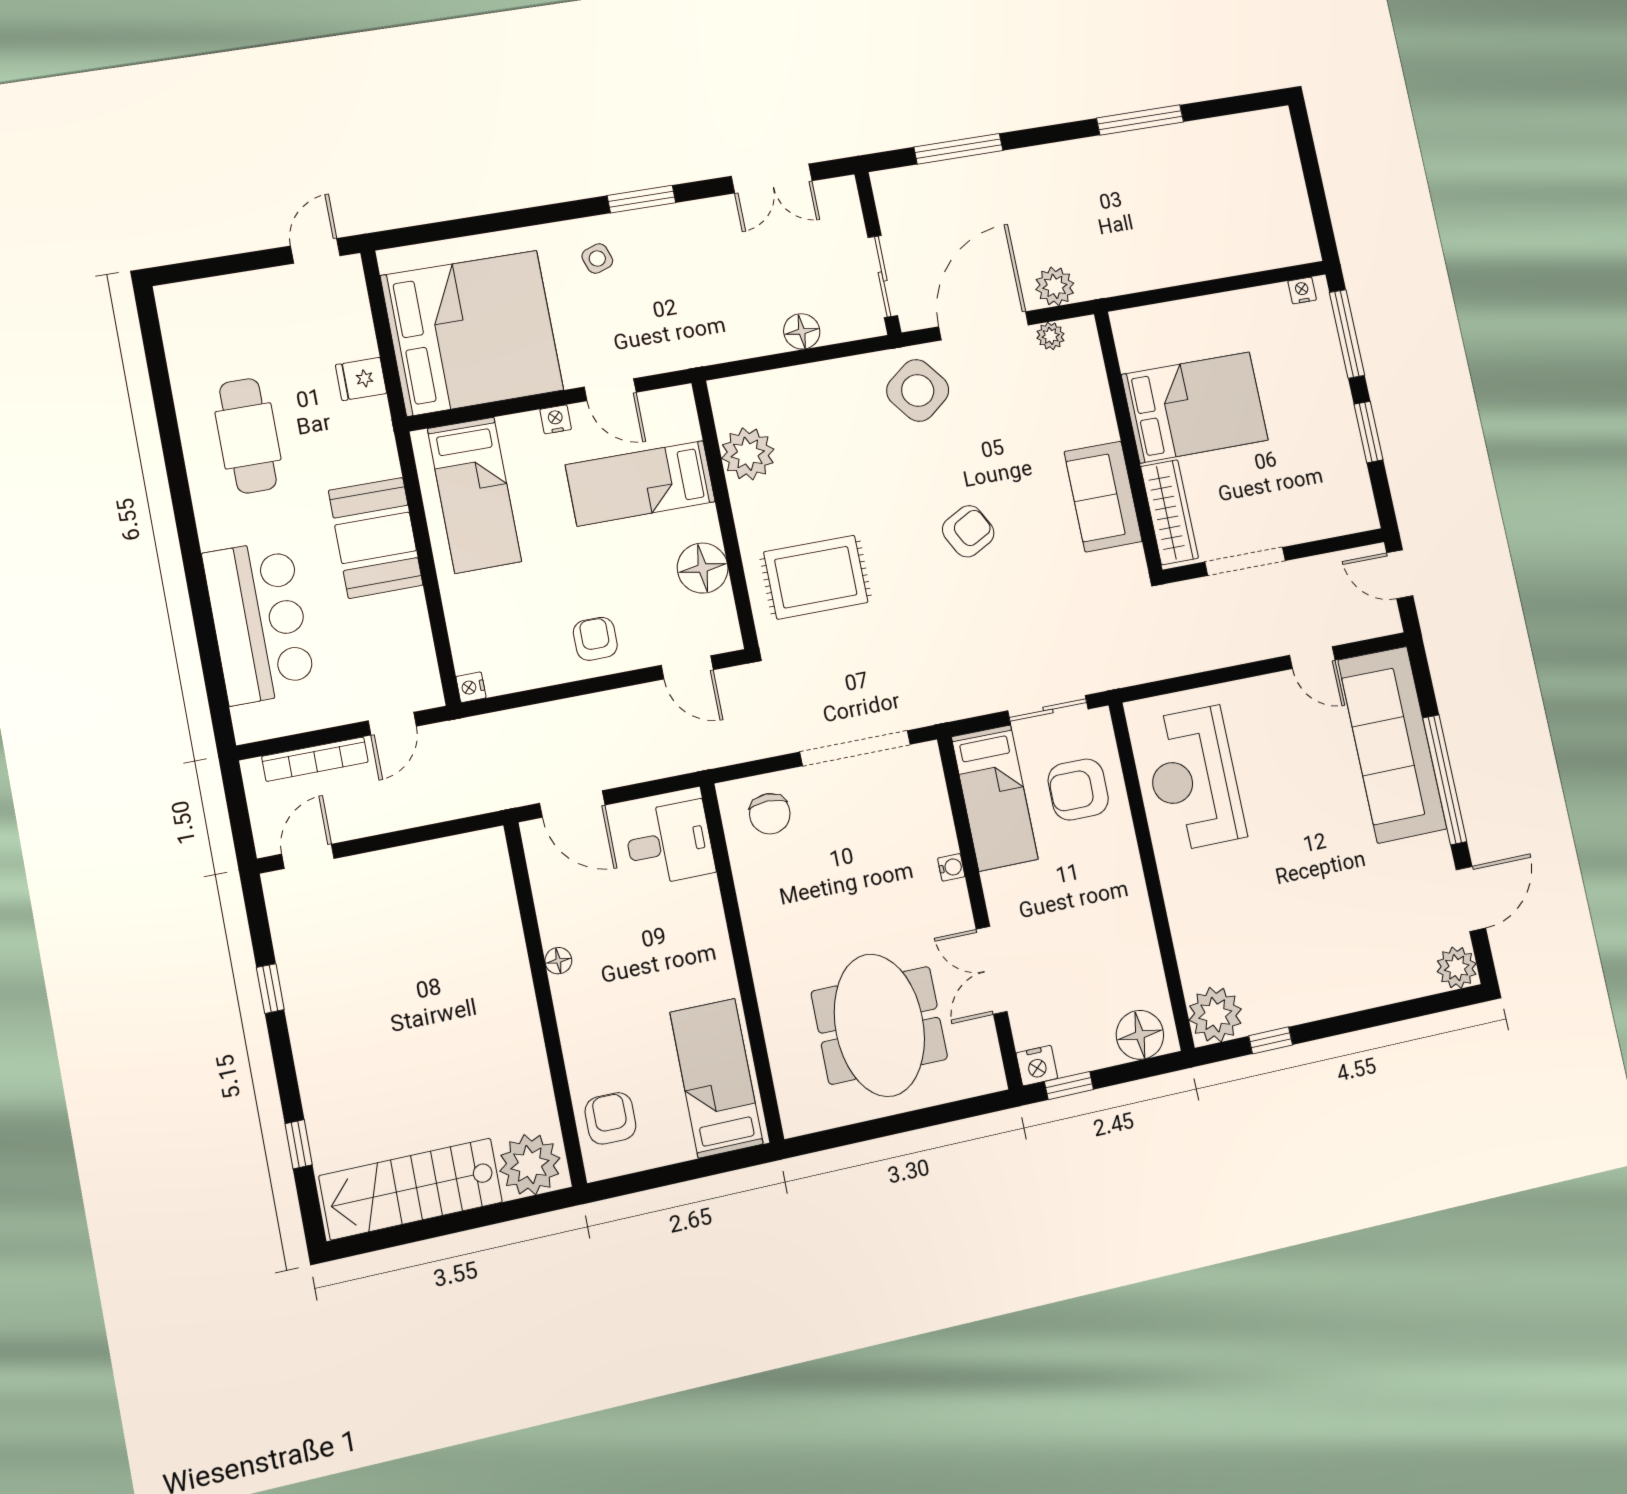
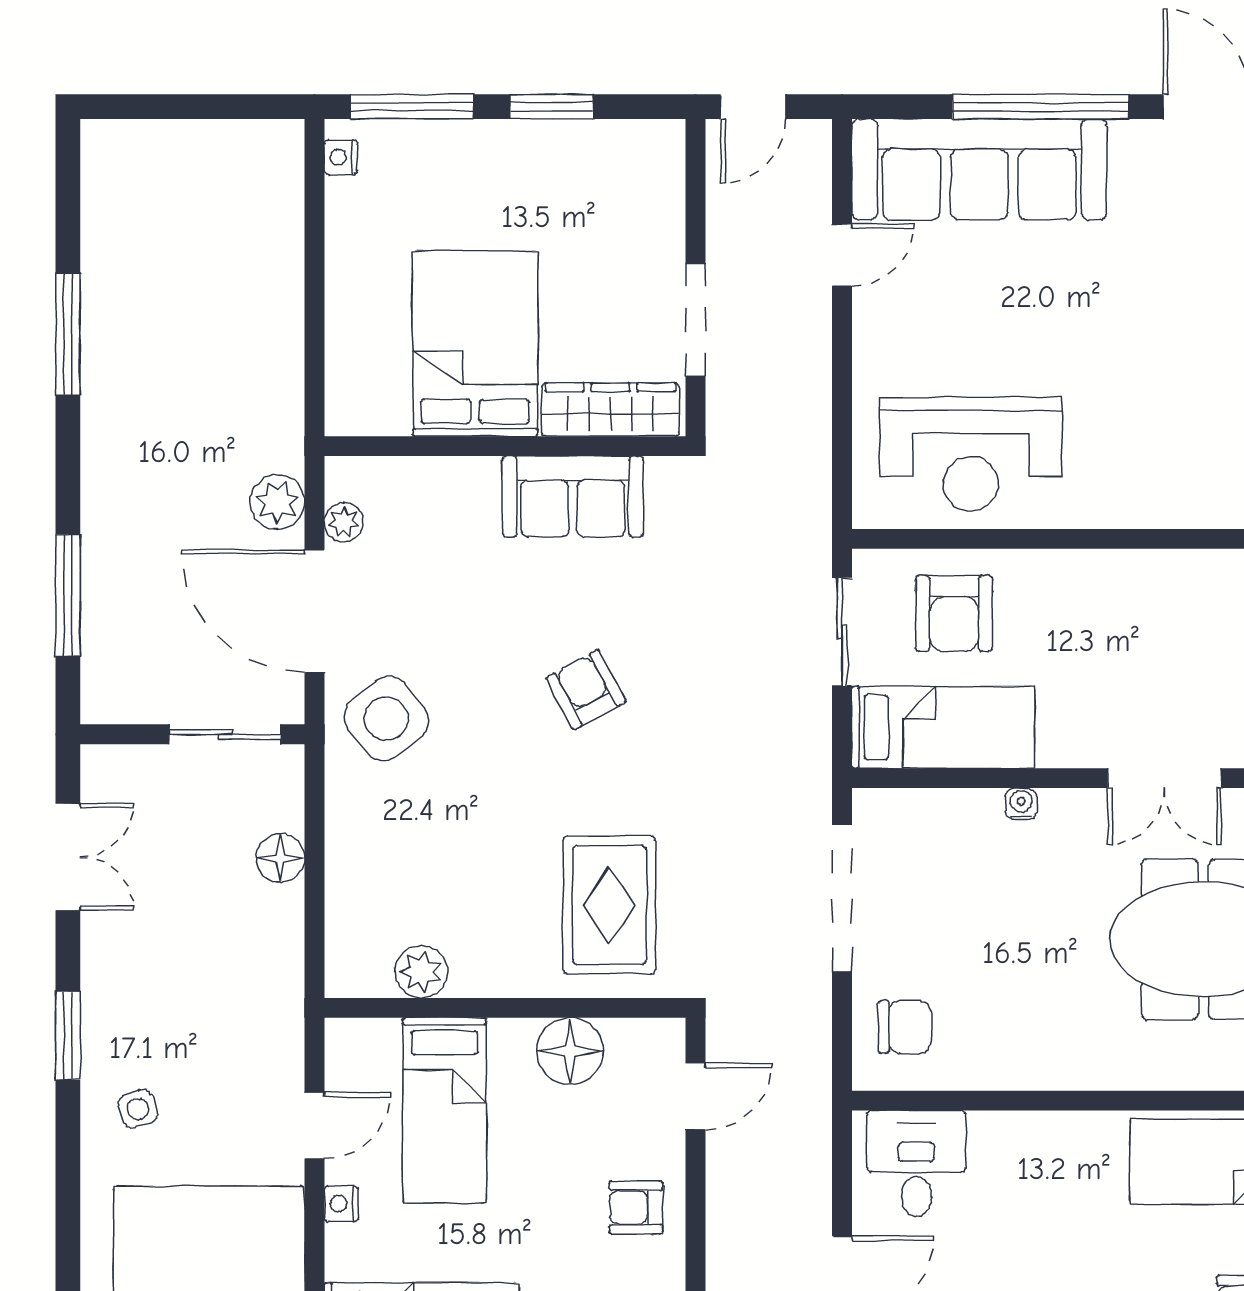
plant: (748, 454) -> (421, 972), width x0.73, depth x0.73

